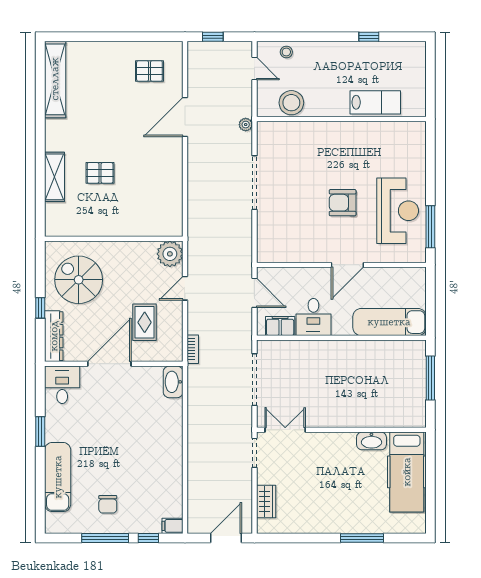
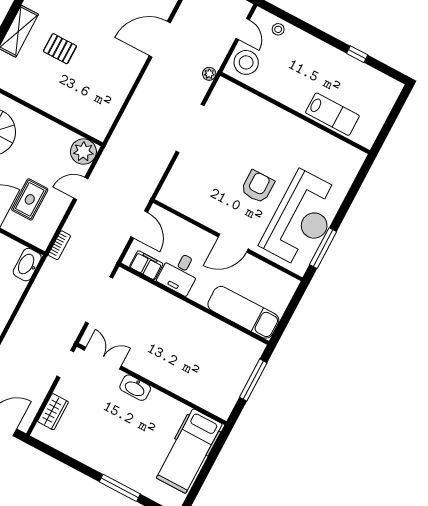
stool: (291, 103) -> (246, 62), moved
armchair: (343, 203) -> (258, 187), turned 90
reception desk: (398, 211) -> (302, 219), width x1.36, depth x1.30
washbasin: (371, 441) -> (135, 388), moved

